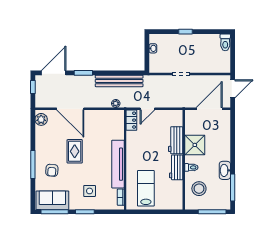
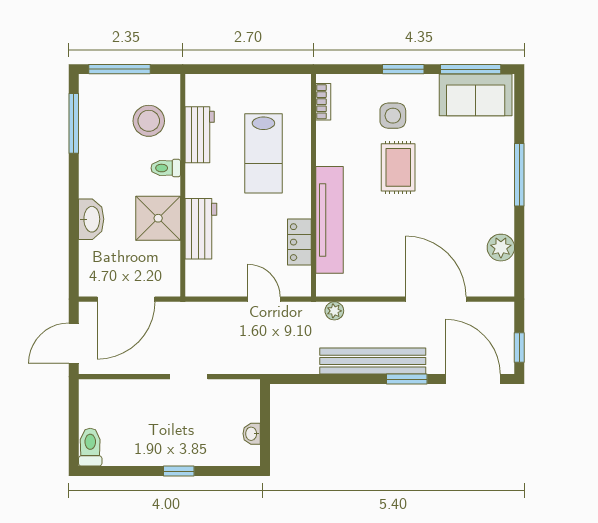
door: (54, 73) -> (473, 379), swing flipped
bench: (119, 81) -> (373, 361), moved
door: (147, 109) -> (264, 299), hinge flipped
plant: (41, 119) -> (501, 248), moved
locker: (131, 120) -> (299, 242), moved
rug: (75, 151) -> (398, 167), moved
tv unit: (118, 164) -> (330, 220), moved
workbench: (176, 167) -> (200, 135), moved
armchair: (52, 170) -> (477, 162), removed
washbasin: (225, 170) -> (91, 219), moved
lab bench: (146, 188) -> (263, 153), moved

